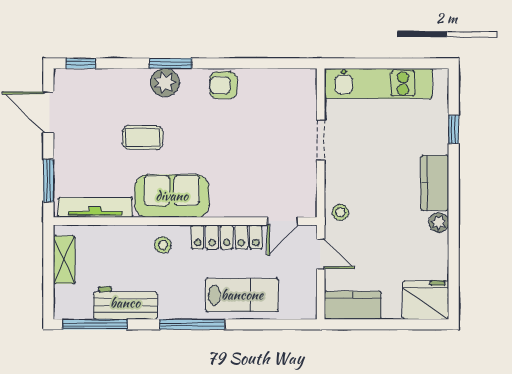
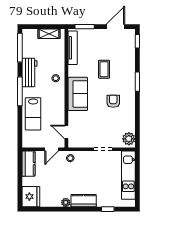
plant: (165, 83) -> (129, 139), moved
armchair: (223, 85) -> (113, 101), moved
sofa: (172, 196) -> (78, 94), moved
locker: (227, 237) -> (59, 107), removed
workbench: (125, 303) -> (30, 73), moved

